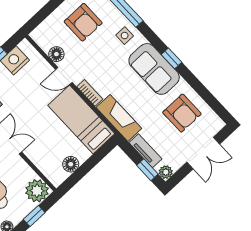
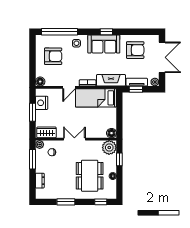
floor lamp: (56, 54) -> (40, 82), moved
double door: (203, 153) -> (162, 57), width x1.37
floor lamp: (71, 164) -> (112, 133), moved
window: (147, 170) -> (136, 89), moved

